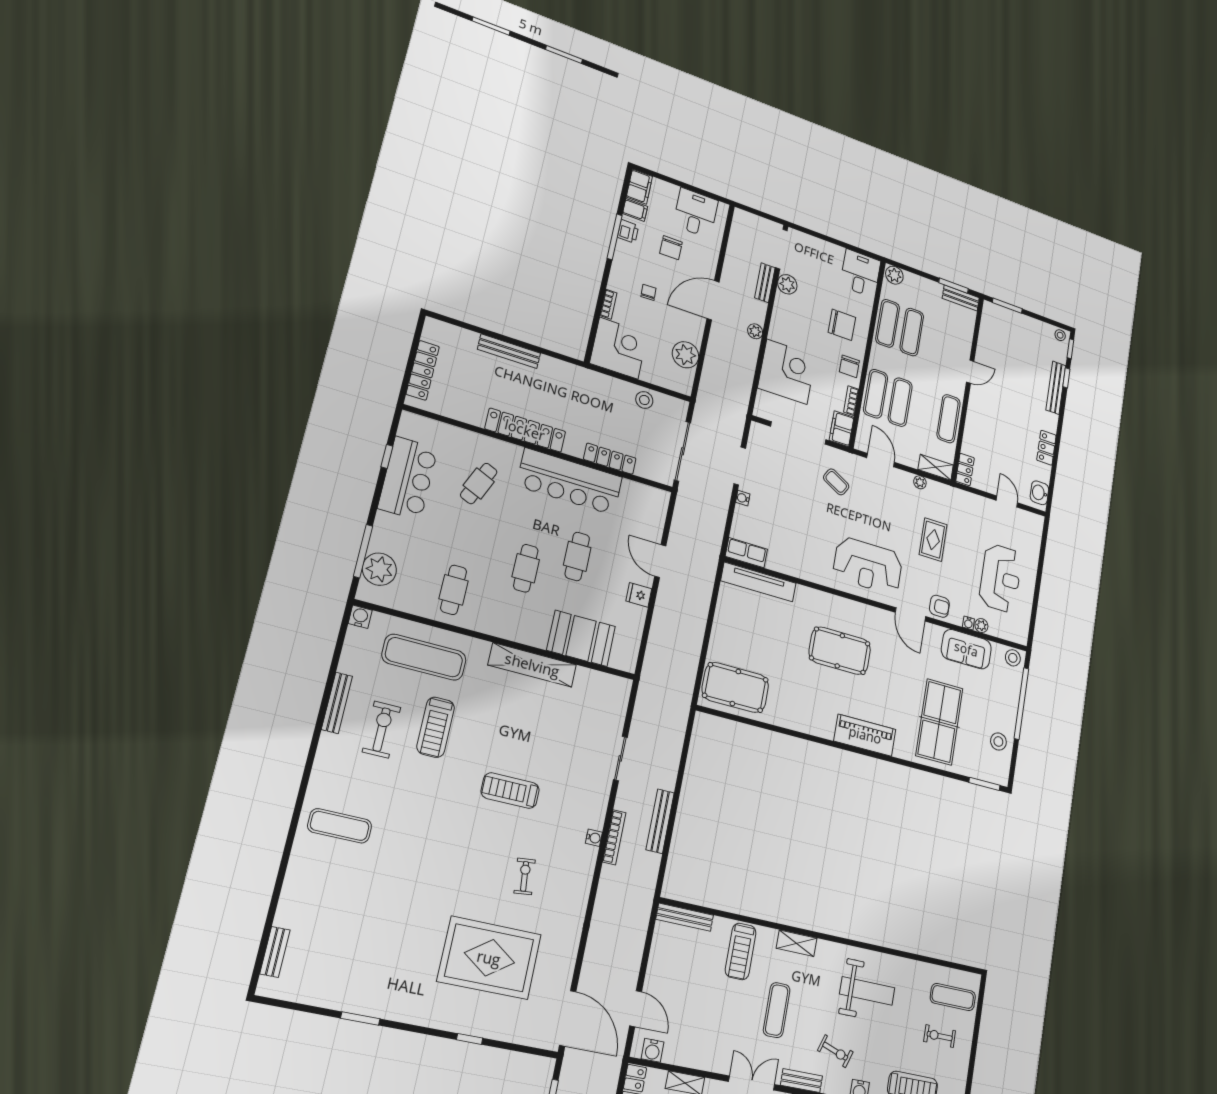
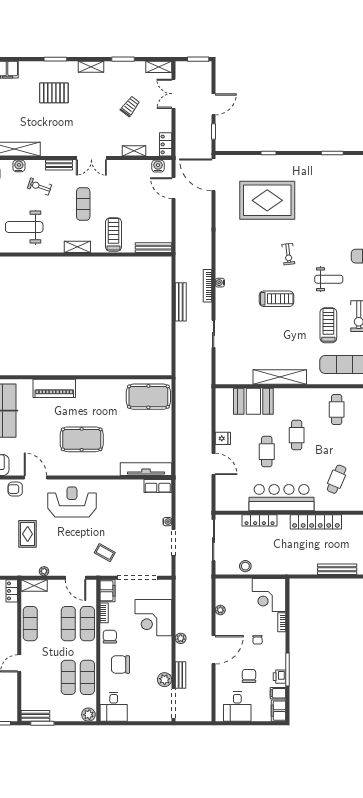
plant: (685, 355) -> (220, 610), width x0.53, depth x0.53
weight bench: (417, 803) -> (329, 279), added
exercise bike: (525, 876) -> (288, 254), moved

